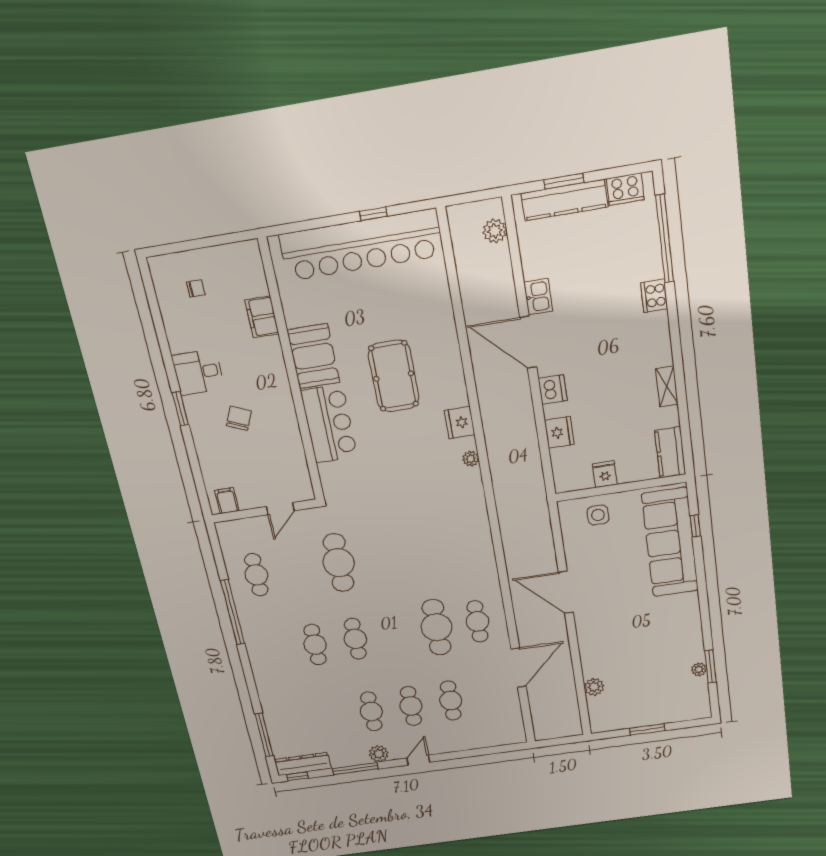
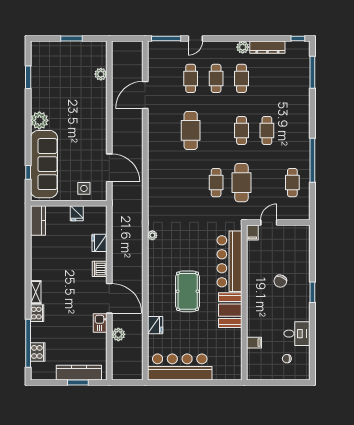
cooker: (625, 189) -> (38, 352), moved, turned 90
window: (373, 214) -> (182, 382), removed
plant: (495, 231) -> (118, 334), moved
bar counter: (361, 245) -> (180, 367), width x0.73
filing cabinet: (262, 317) -> (254, 343), width x0.50
desk: (198, 372) -> (297, 334), moved
shelving: (667, 386) -> (36, 292), moved
fridge: (460, 423) -> (155, 325), moved
bar counter: (329, 424) -> (230, 261), width x1.36
filing cabinet: (227, 501) -> (252, 232), moved
door: (566, 592) -> (109, 168), moved
cafe table: (477, 621) -> (216, 183), moved
plant: (699, 669) -> (39, 120), moved, width x1.88, depth x1.88
door: (418, 760) -> (195, 39), moved
dresser: (303, 764) -> (267, 47), moved
window: (355, 769) -> (166, 39), moved

